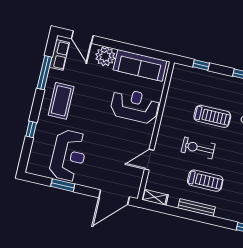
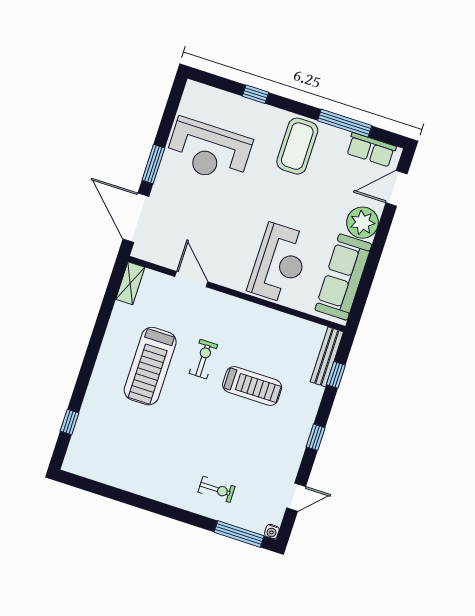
coffee table: (61, 101) -> (297, 146), turned 90
treadmill: (212, 116) -> (252, 386), turned -90
exercise bike: (198, 148) -> (203, 359), width x0.73, depth x0.72
treadmill: (205, 181) -> (150, 366), width x1.37, depth x1.38
window: (63, 185) -> (153, 164), moved
bench: (197, 208) -> (327, 357), moved

